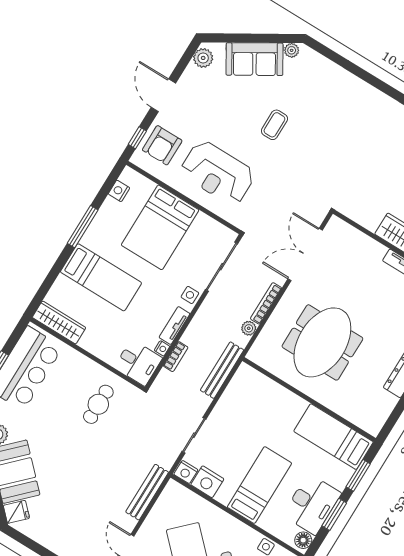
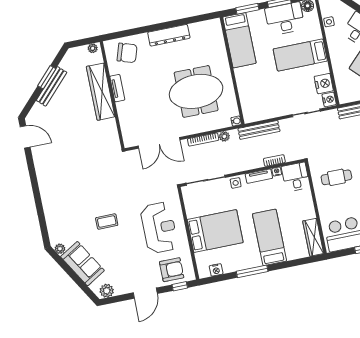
water cooler: (253, 355) -> (236, 121), added

